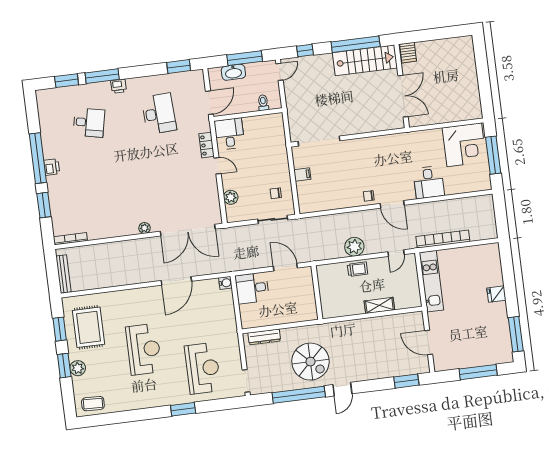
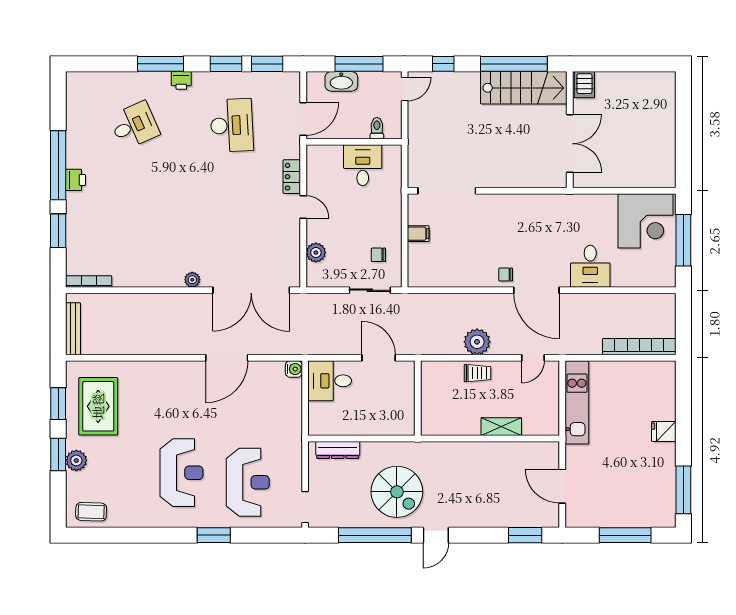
window: (67, 81) -> (226, 64), moved
desk: (89, 123) -> (134, 125), turned -36
desk: (229, 134) -> (363, 165), moved
door: (392, 204) -> (536, 290), width x1.36
bookcase: (443, 239) -> (639, 347), moved
reception desk: (144, 349) -> (182, 473), moved

